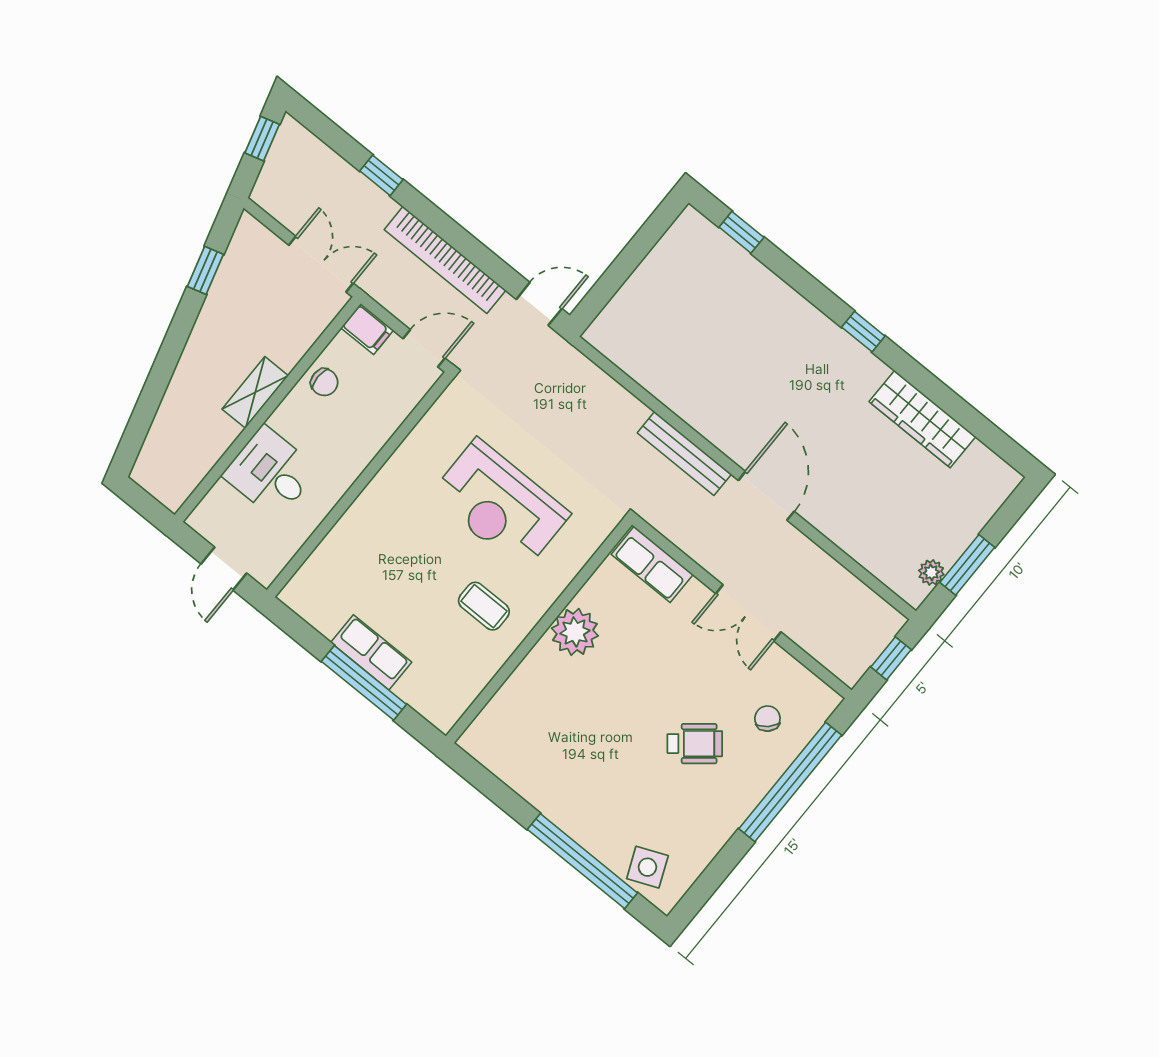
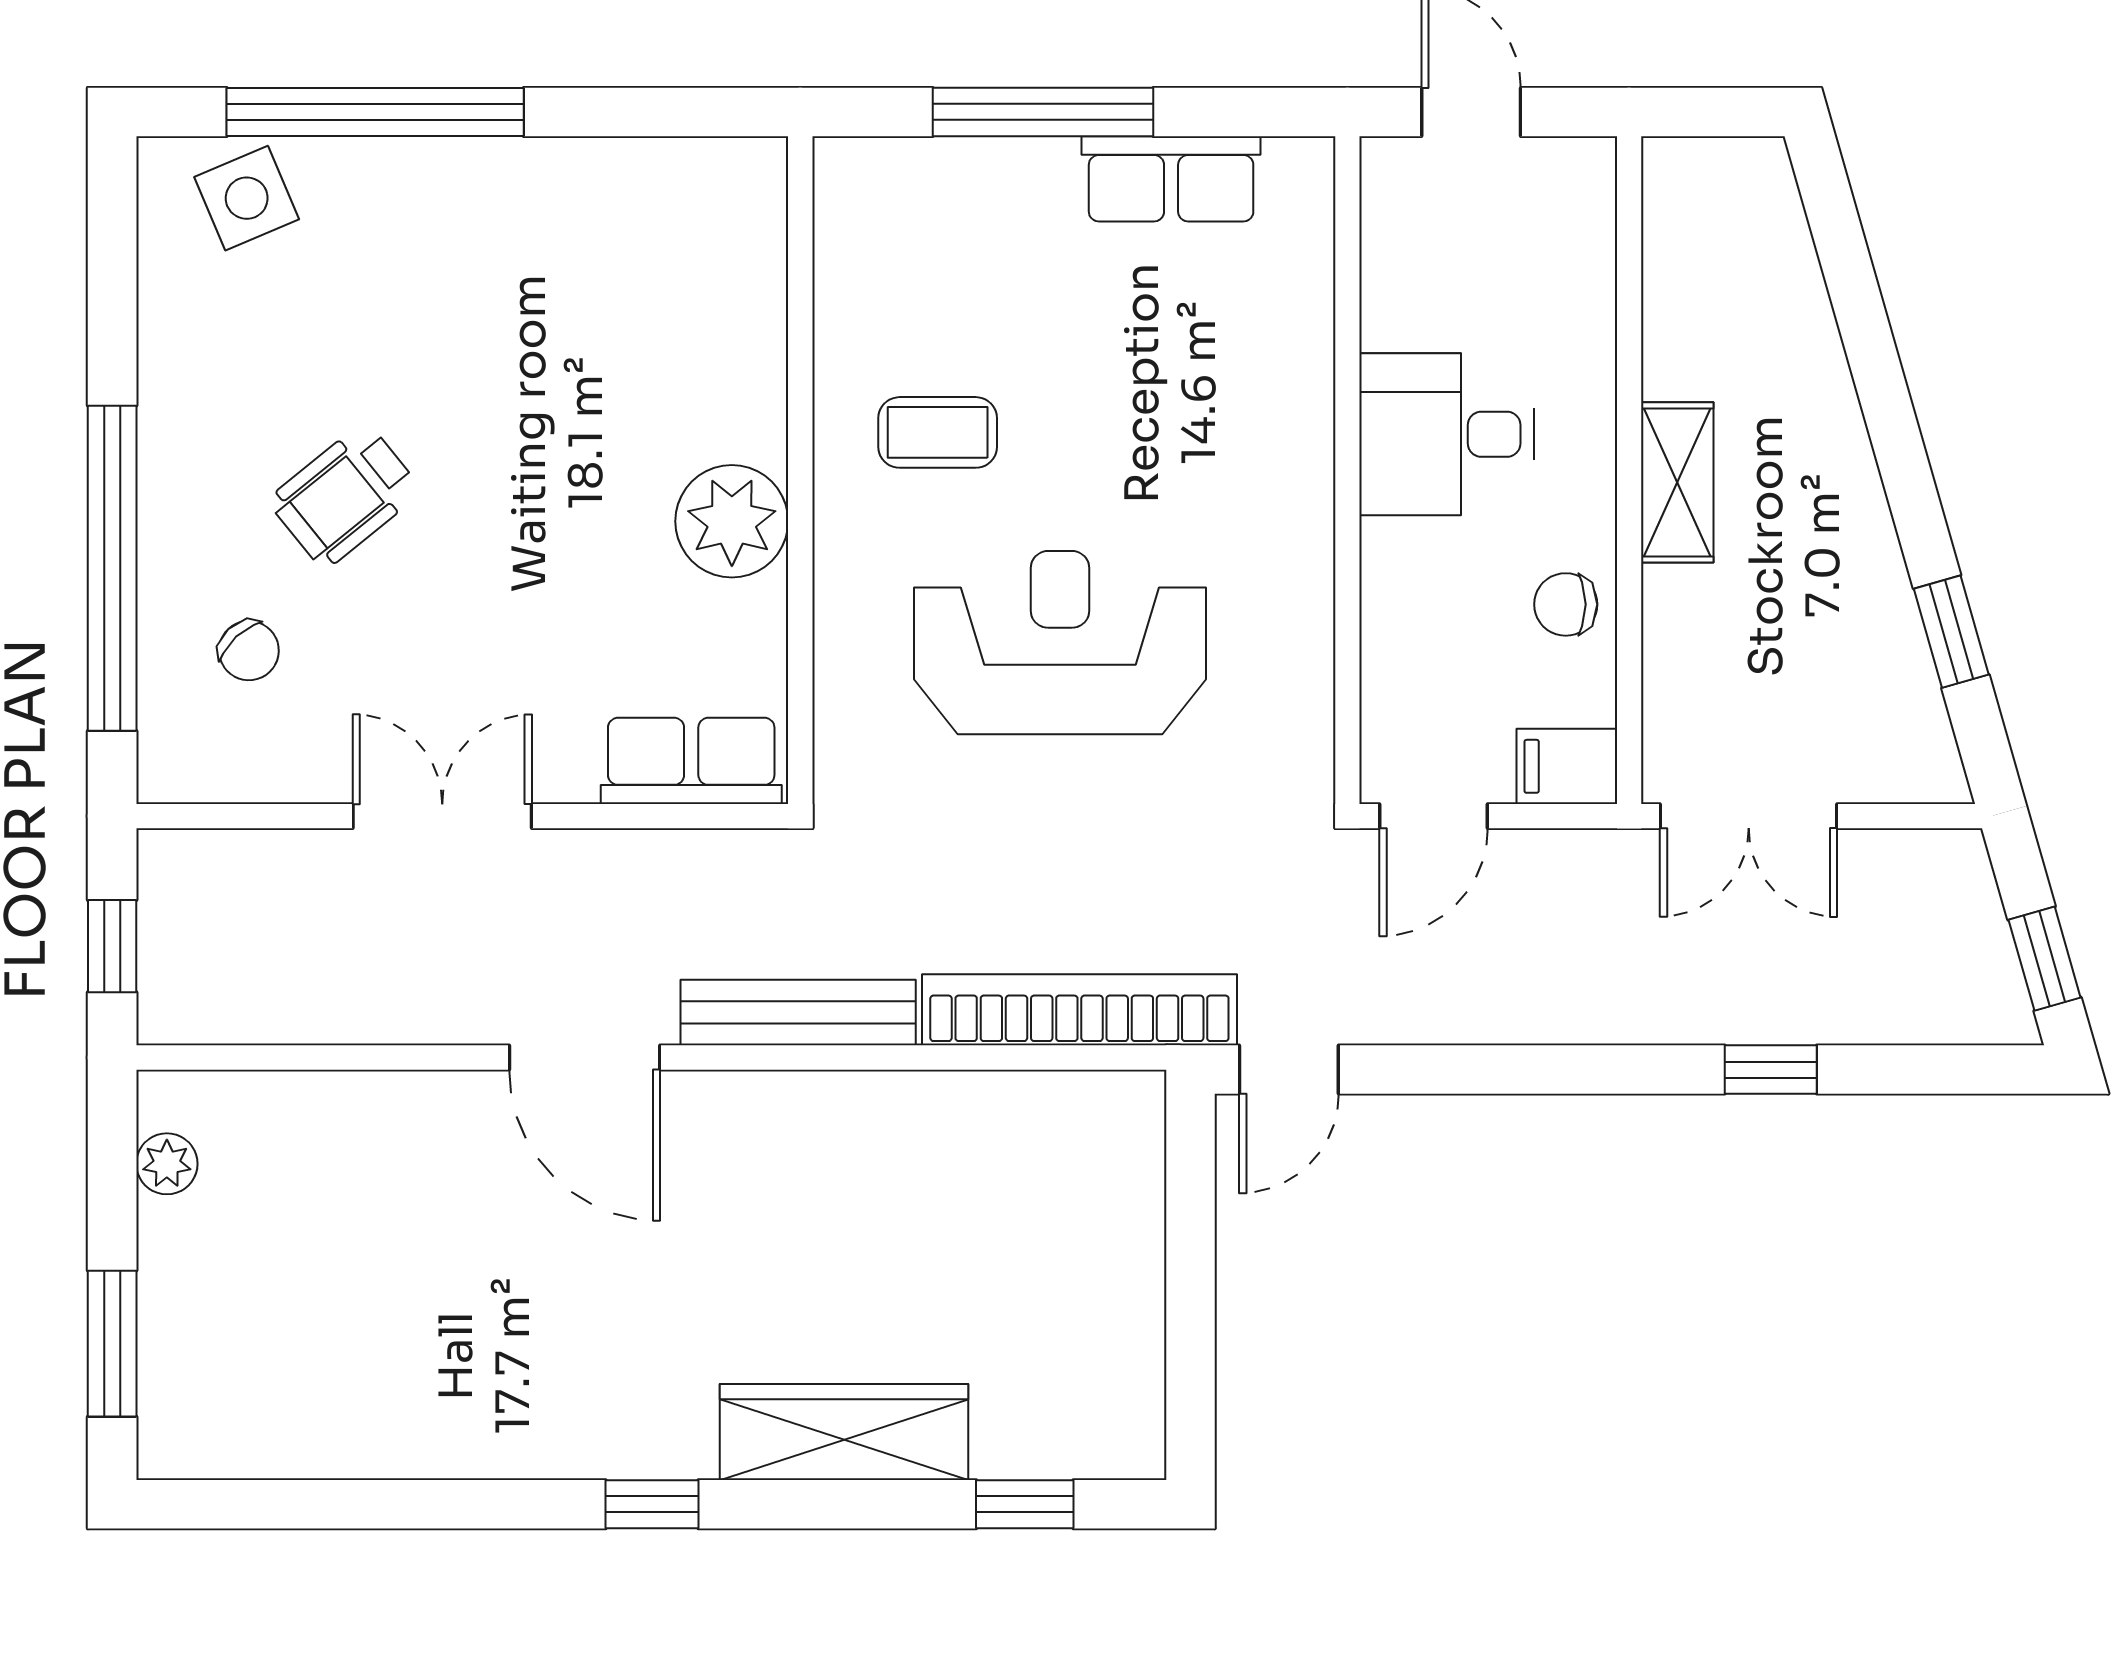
bookcase: (445, 260) -> (1079, 1010), moved
wardrobe: (922, 419) -> (844, 1432), moved
desk: (270, 472) -> (1447, 434), moved, turned 180
window: (967, 565) -> (112, 1344), moved
row of seats: (371, 652) -> (1171, 179), moved

